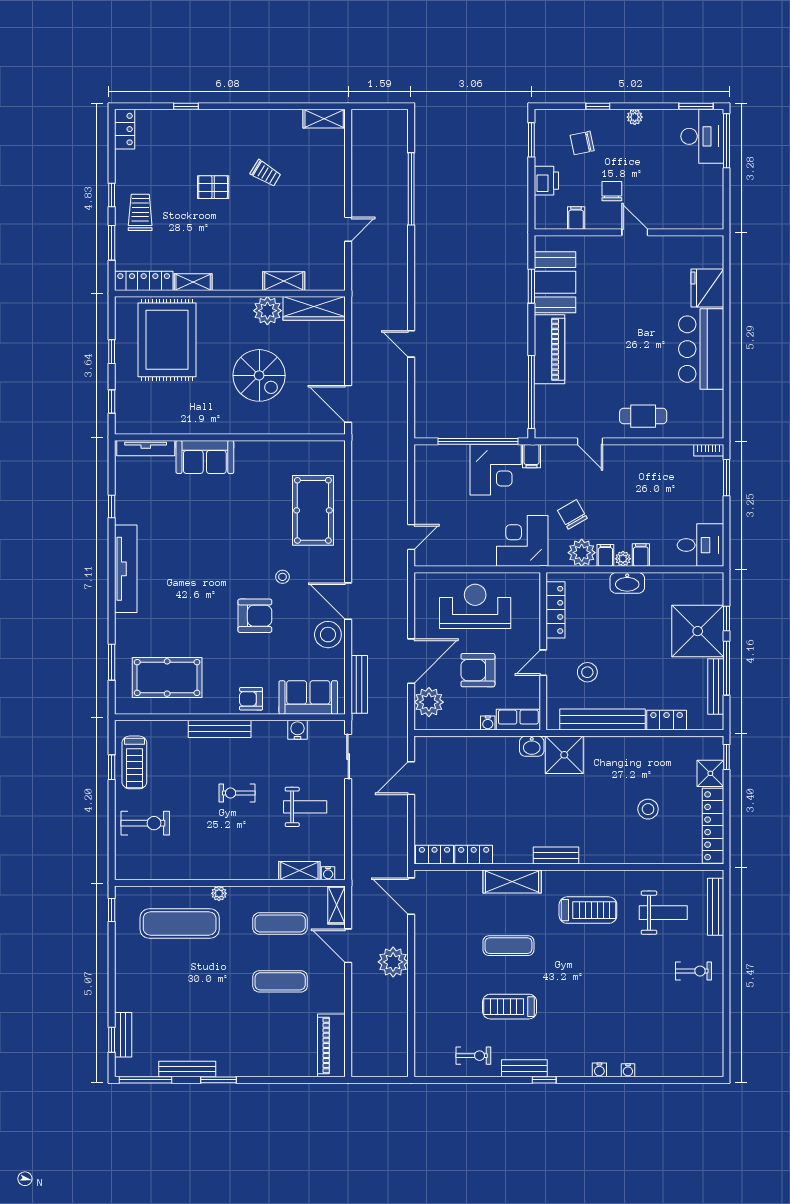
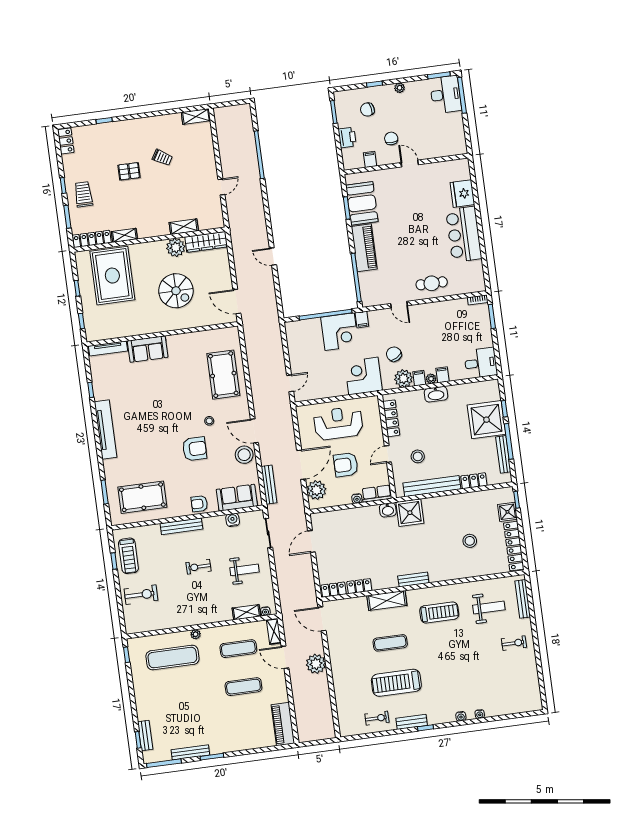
treadmill: (510, 1007) -> (396, 683), width x1.37, depth x1.38

